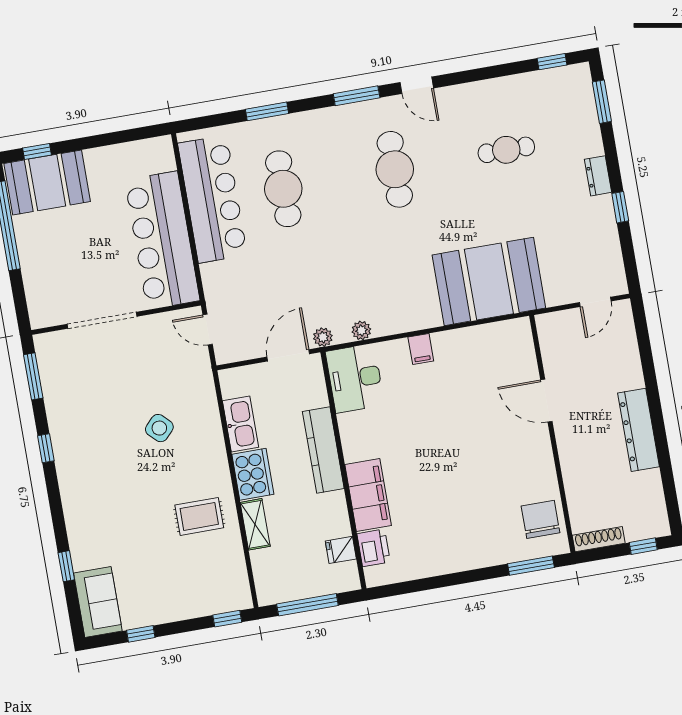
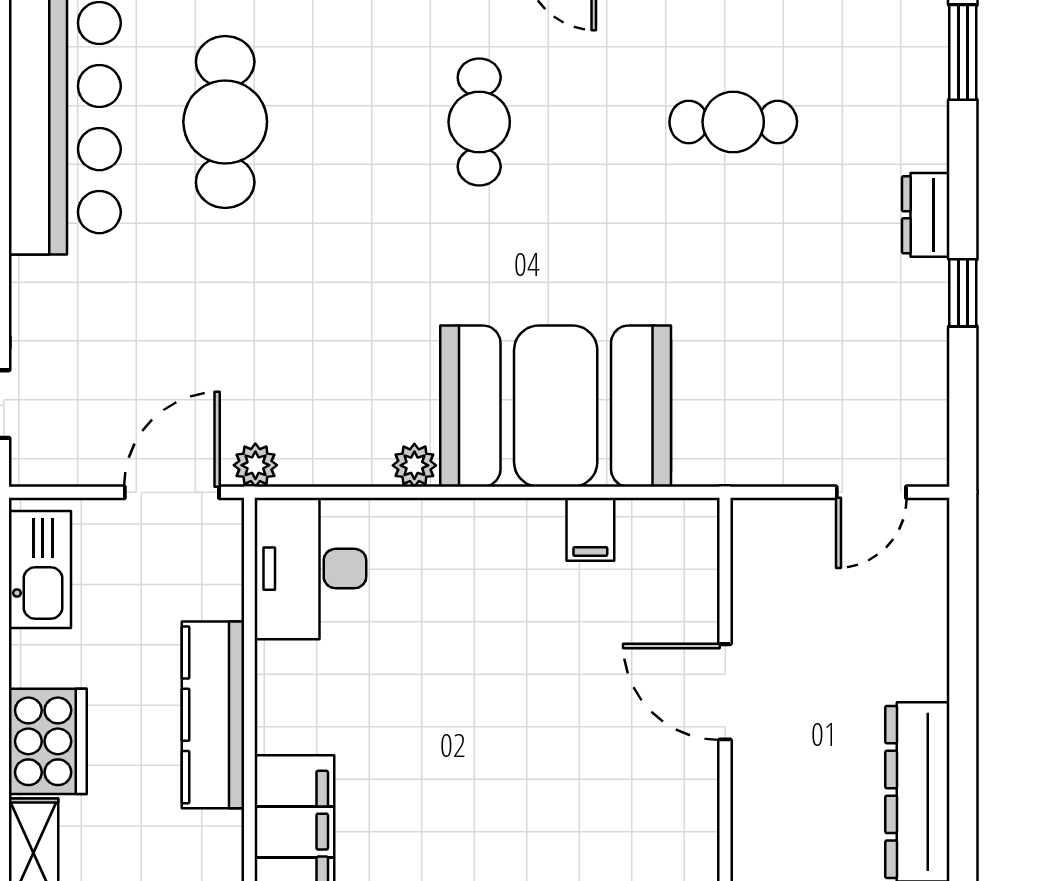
cafe table: (395, 169) -> (479, 122), width x0.73, depth x0.74
booth: (489, 281) -> (556, 406), moved
plant: (361, 330) -> (414, 465), moved
filing cabinet: (421, 349) -> (590, 529), moved
kitchen sink: (241, 424) -> (40, 570), moved

